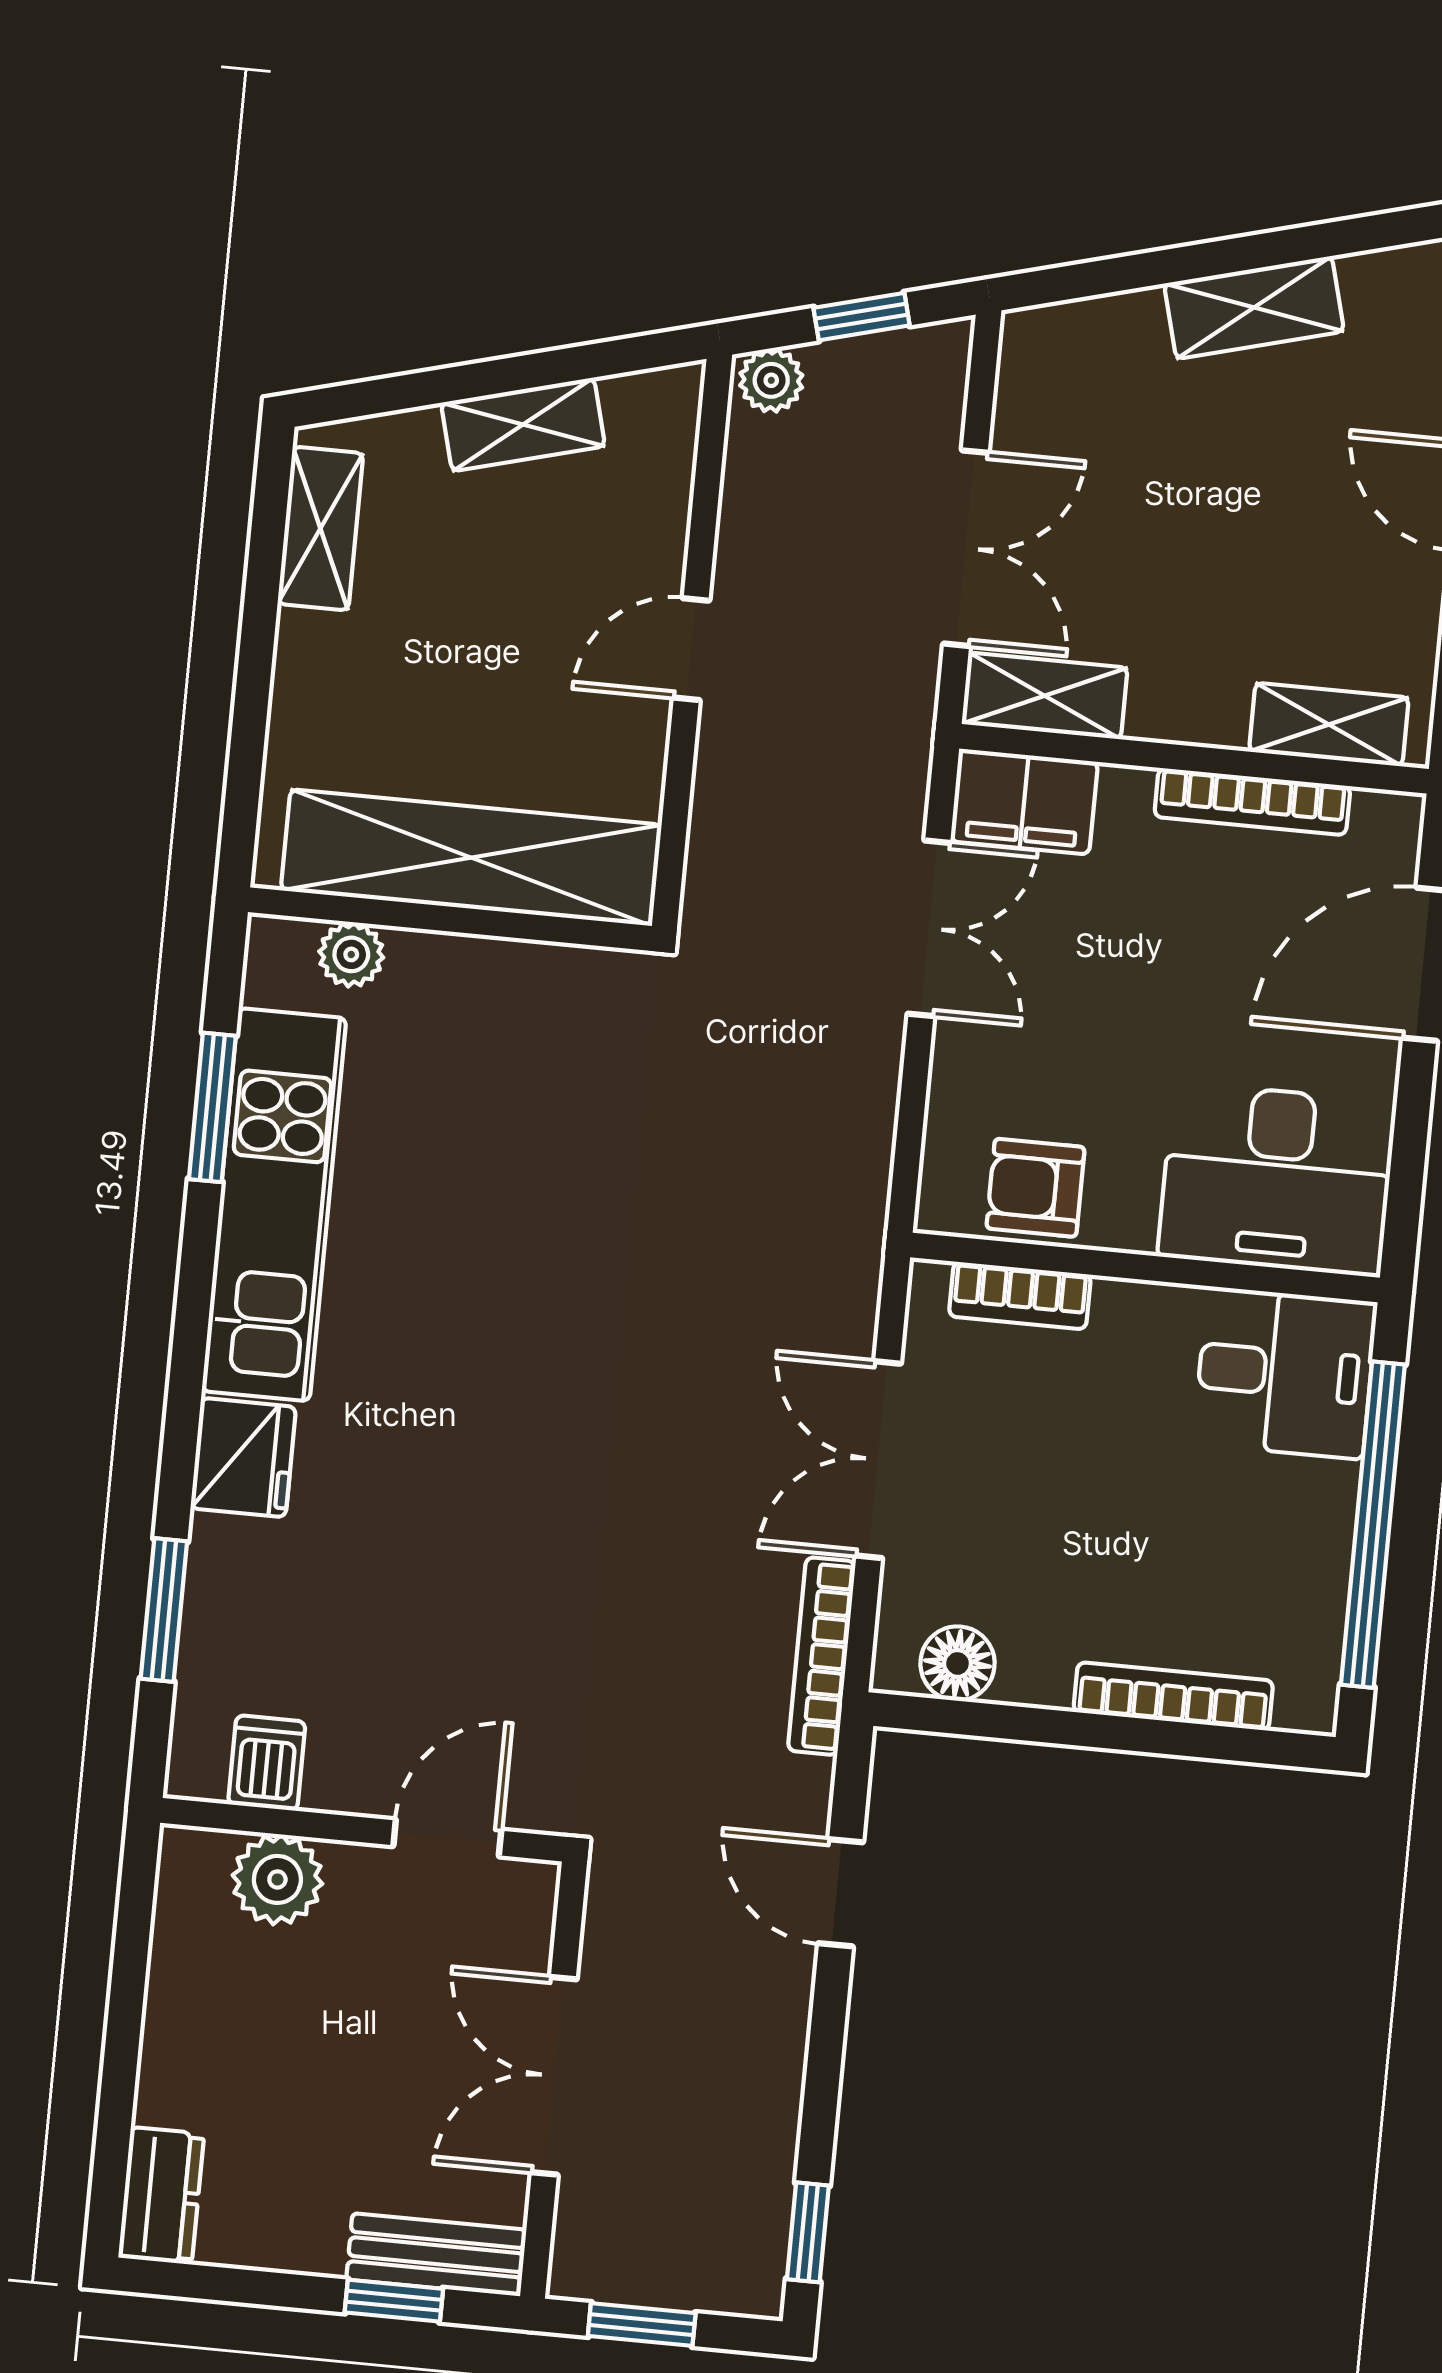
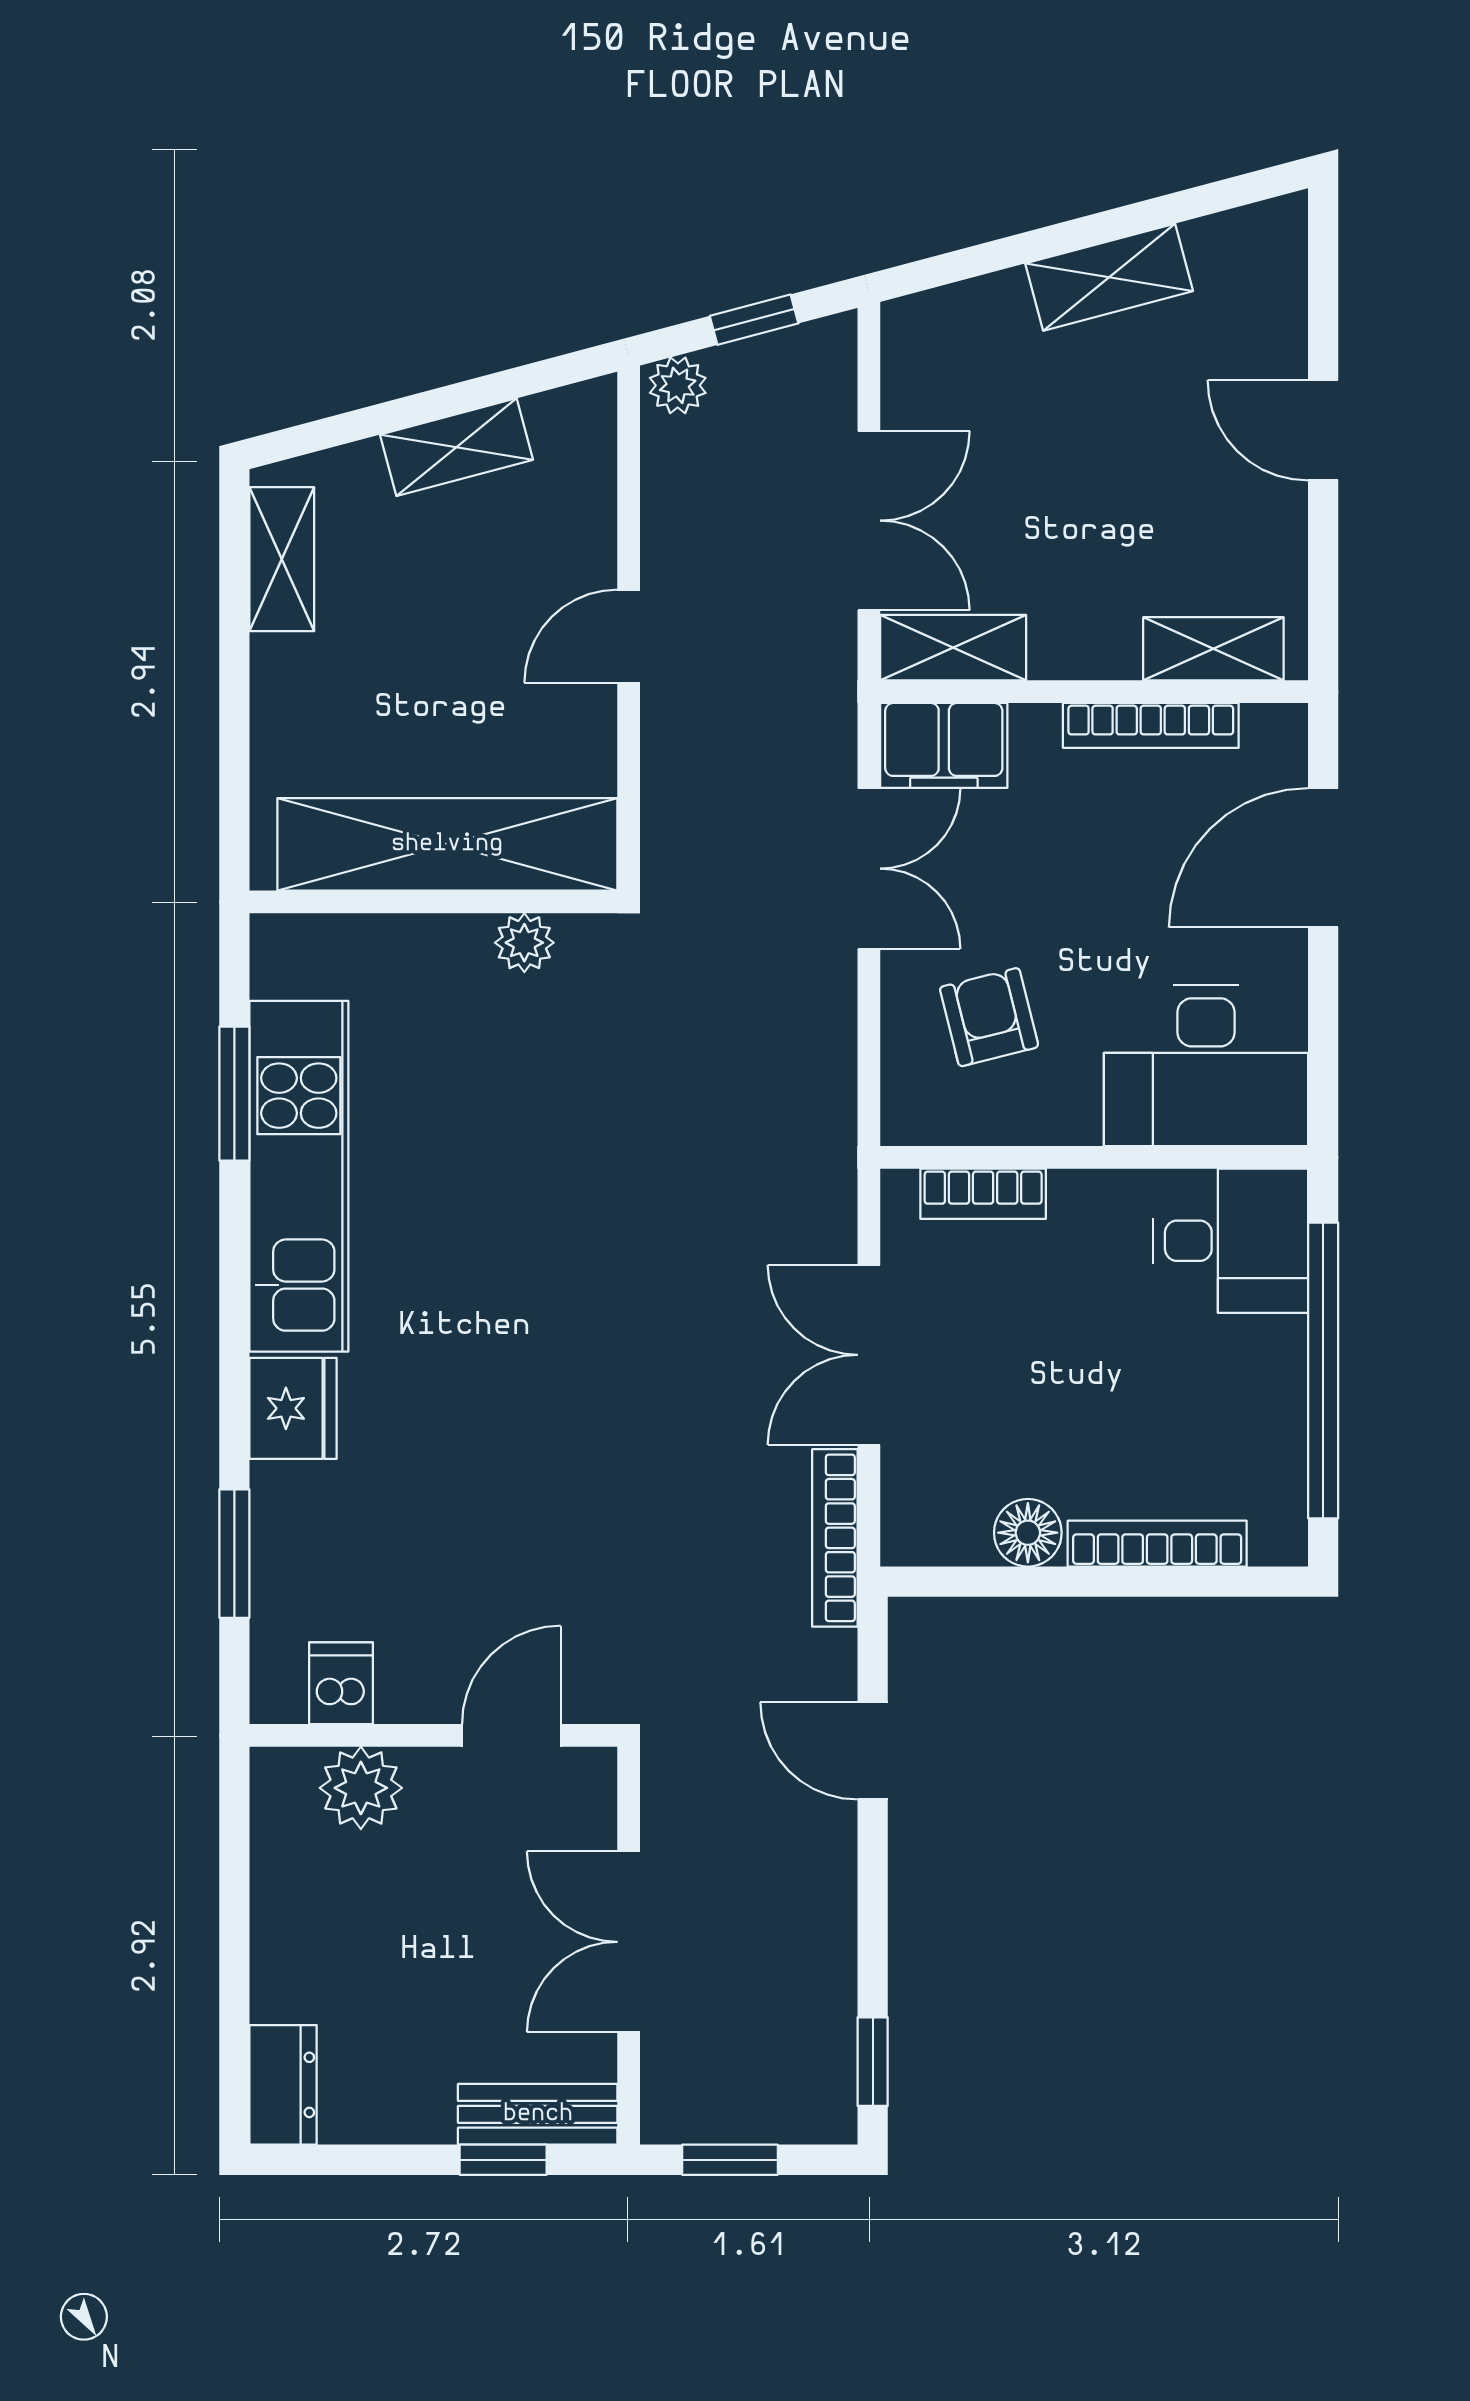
plant: (351, 954) -> (524, 943), moved
armchair: (1036, 1188) -> (989, 1017), moved, turned 76
floor lamp: (958, 1663) -> (1028, 1533), moved

